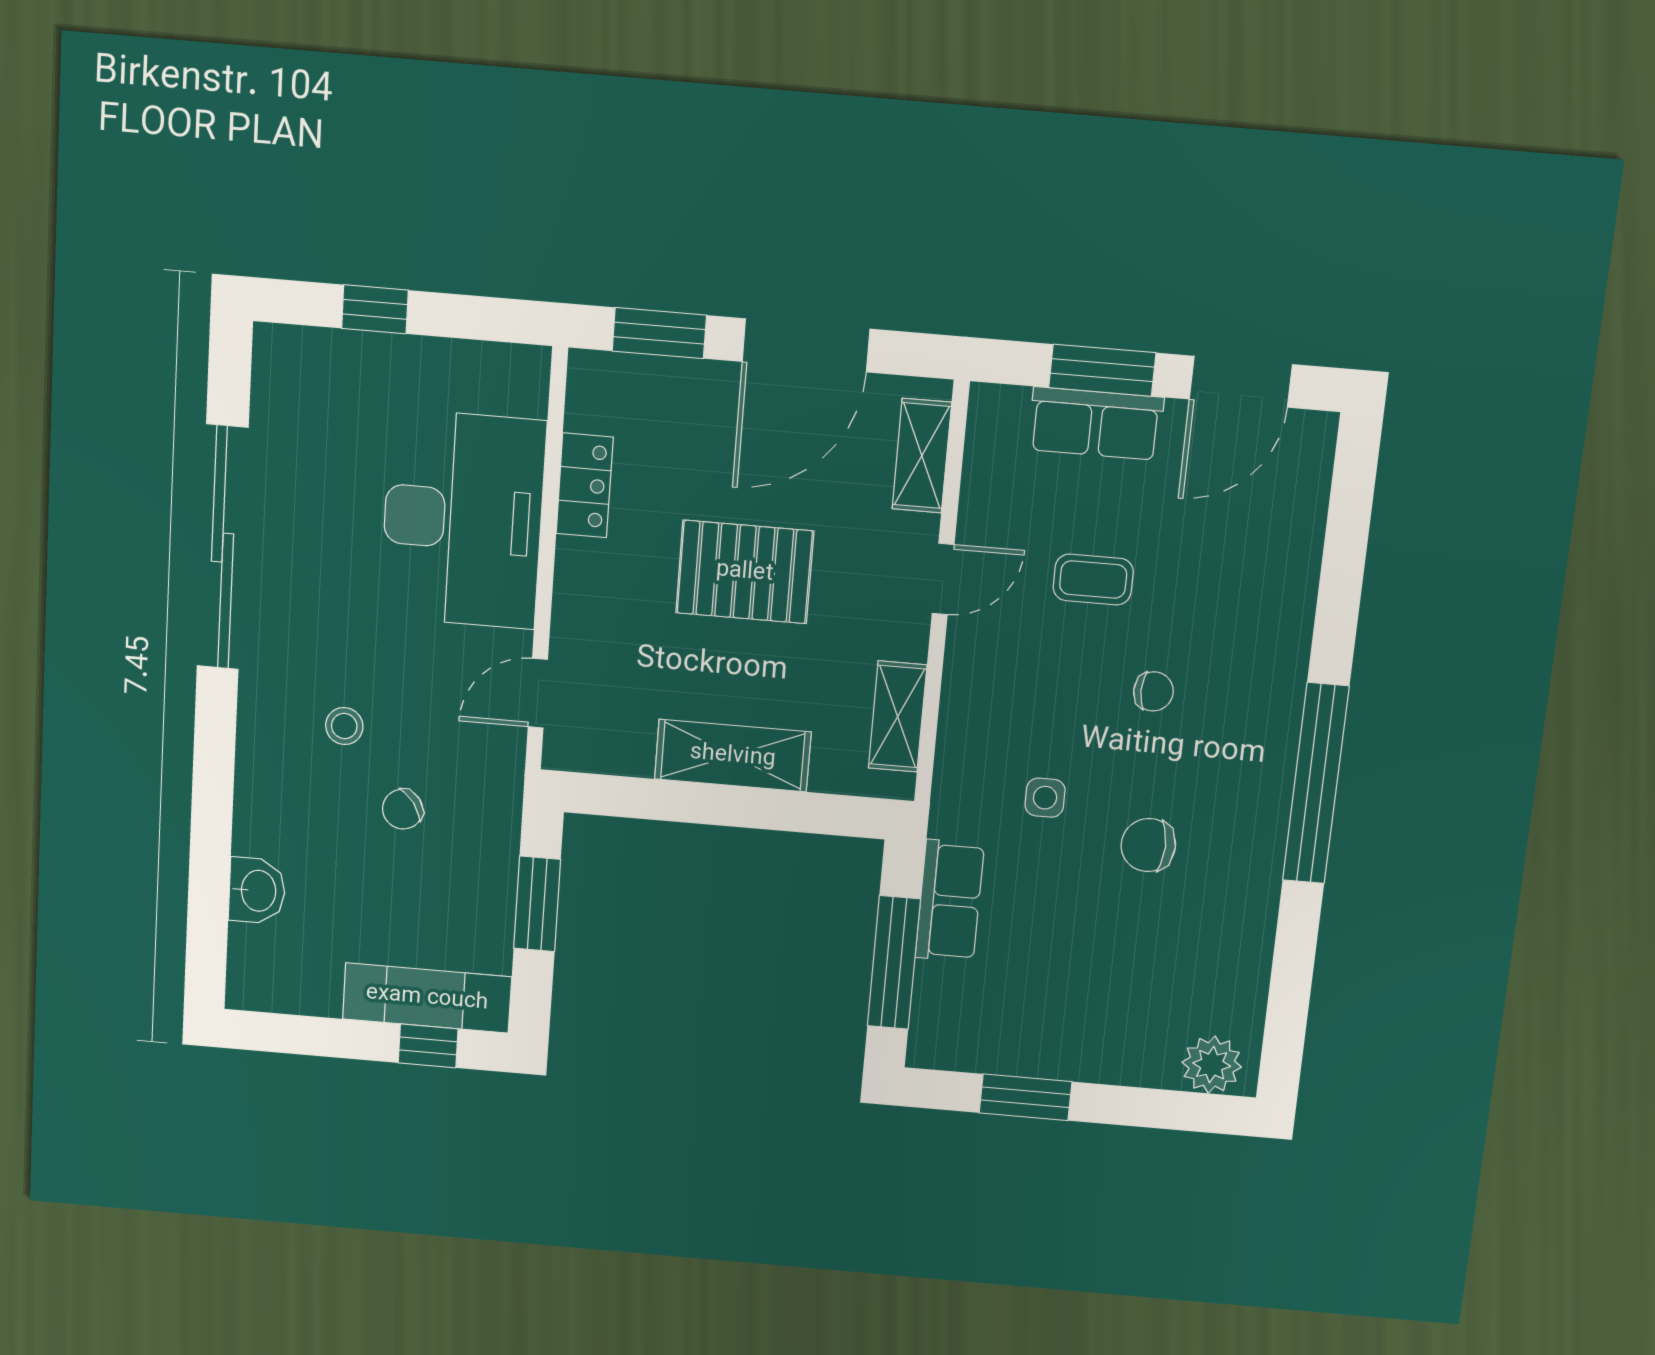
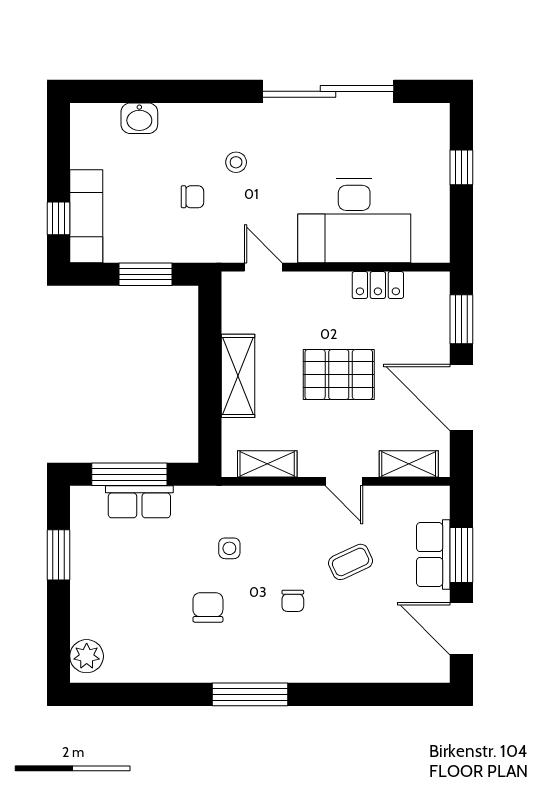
pallet: (745, 572) -> (339, 374), turned 90
coffee table: (1093, 579) -> (351, 562), turned 65
window: (1316, 784) -> (250, 694), width x0.68
chair: (403, 809) -> (192, 197), turned 125
row of seats: (950, 901) -> (139, 502), moved

